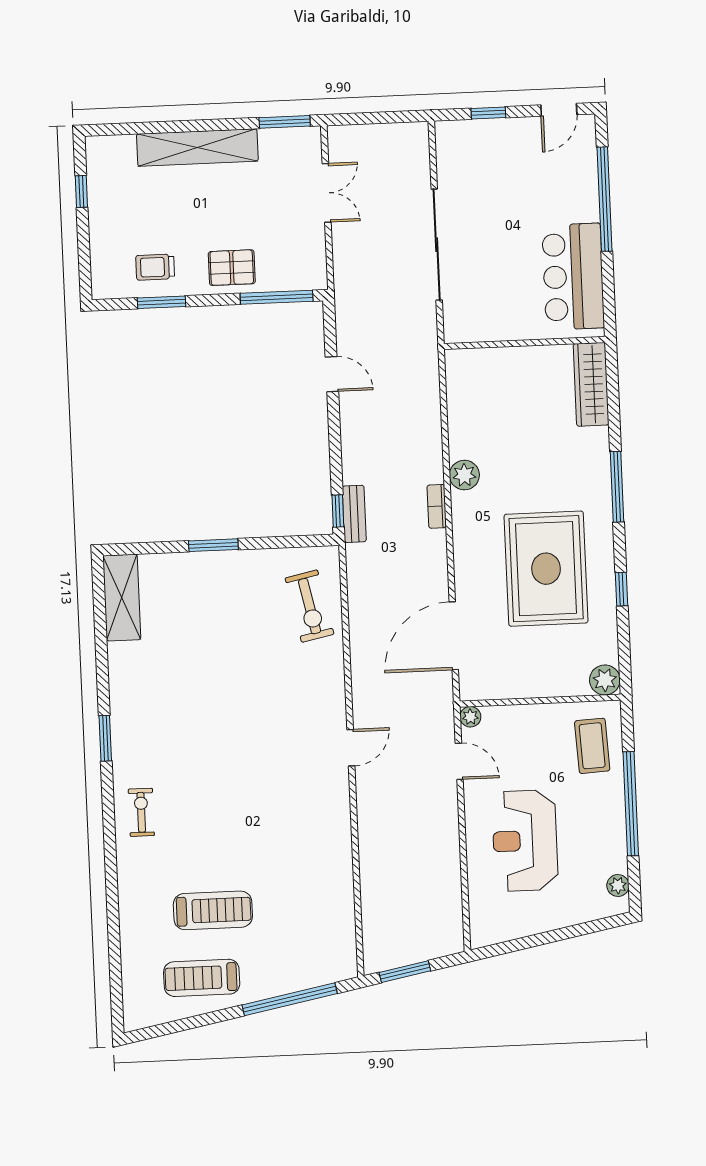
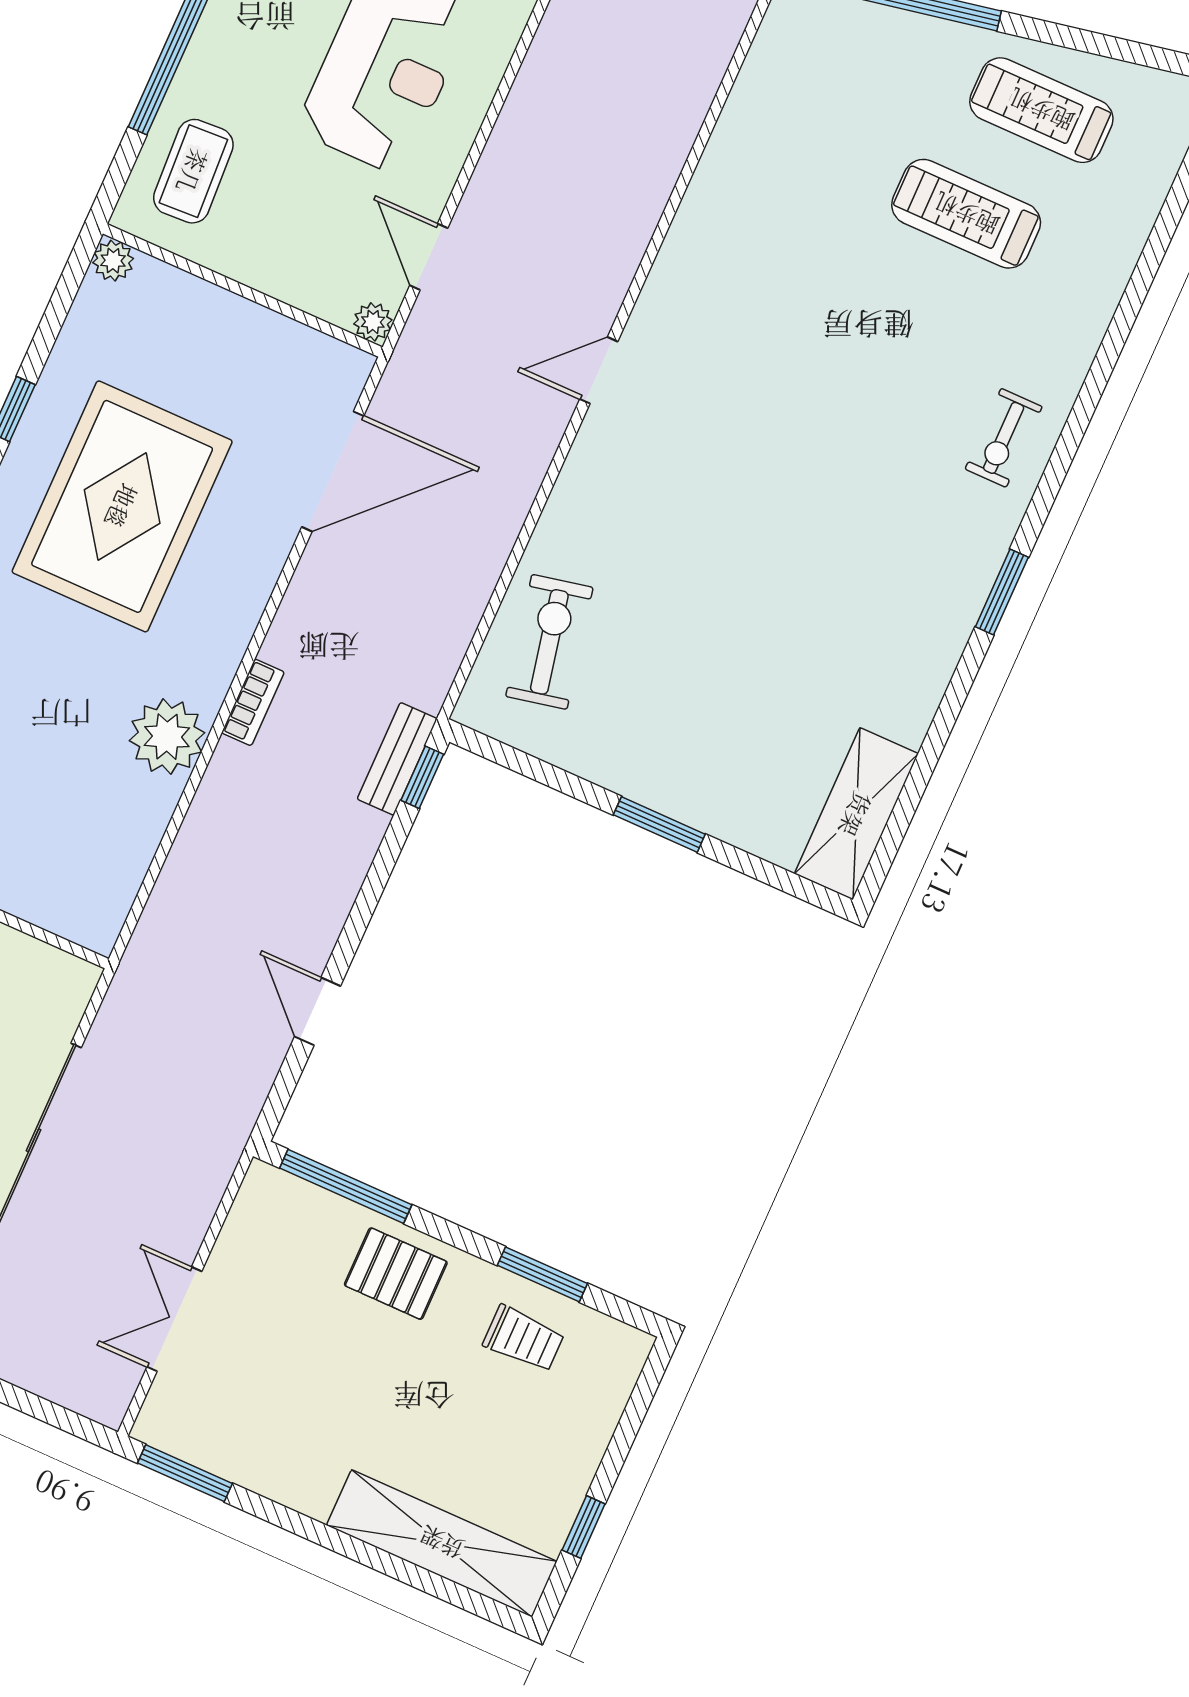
shelving: (197, 147) -> (442, 1543), moved
plant: (464, 475) -> (167, 737), width x1.36, depth x1.36
plant: (605, 680) -> (113, 261), width x0.73, depth x0.73
treadmill: (202, 978) -> (1041, 110), turned 180

